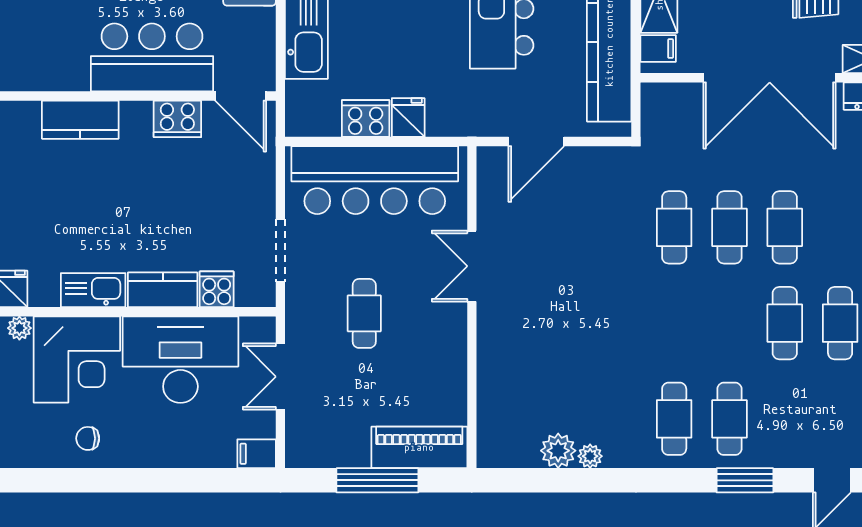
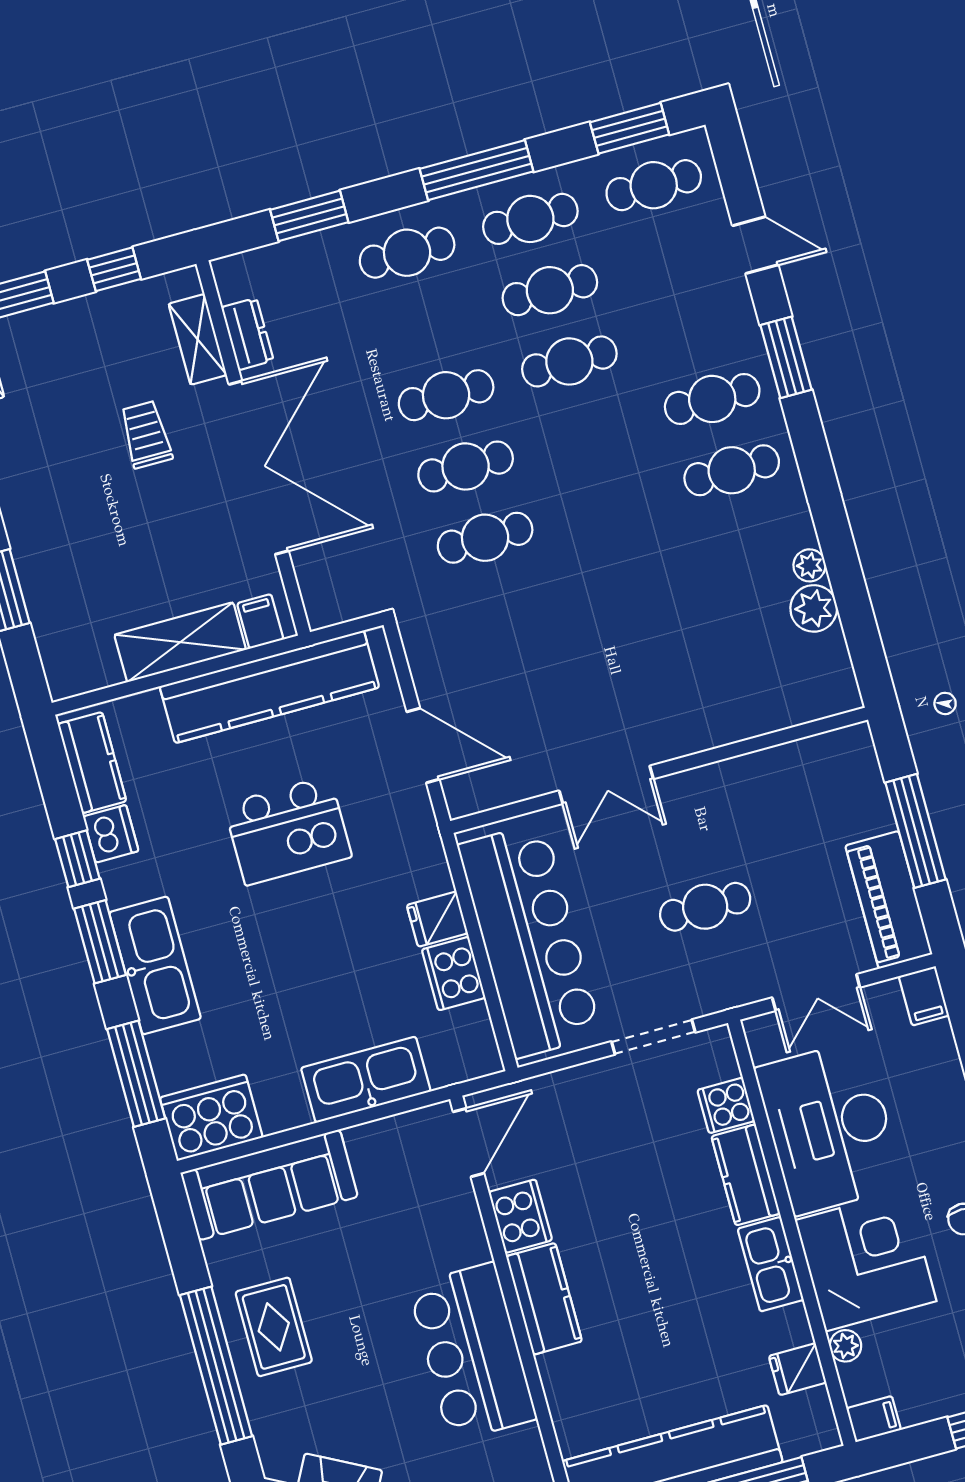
bar counter: (152, 57) -> (472, 1352), moved
kitchen counter: (80, 120) -> (544, 1299), moved
piano: (419, 447) -> (889, 900), moved

